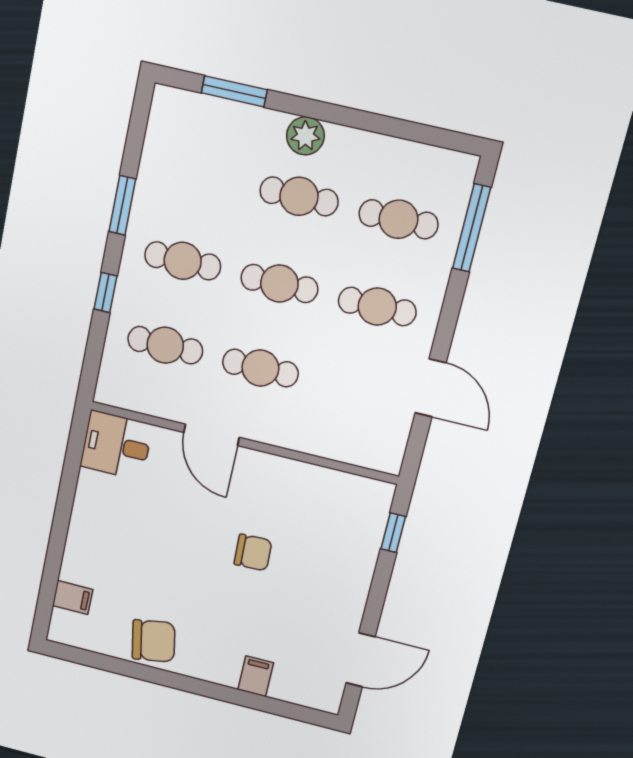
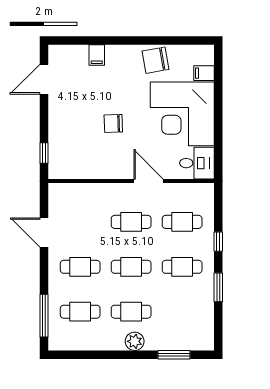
corner desk: (125, 538) -> (182, 114), added

